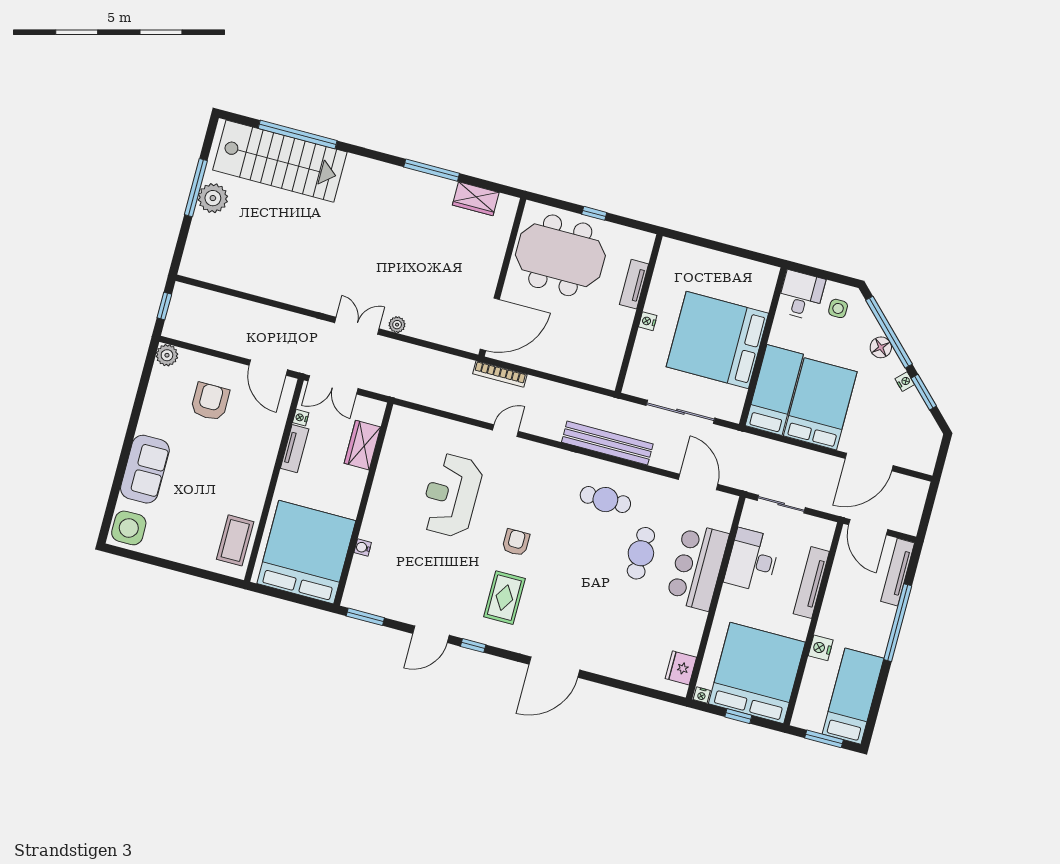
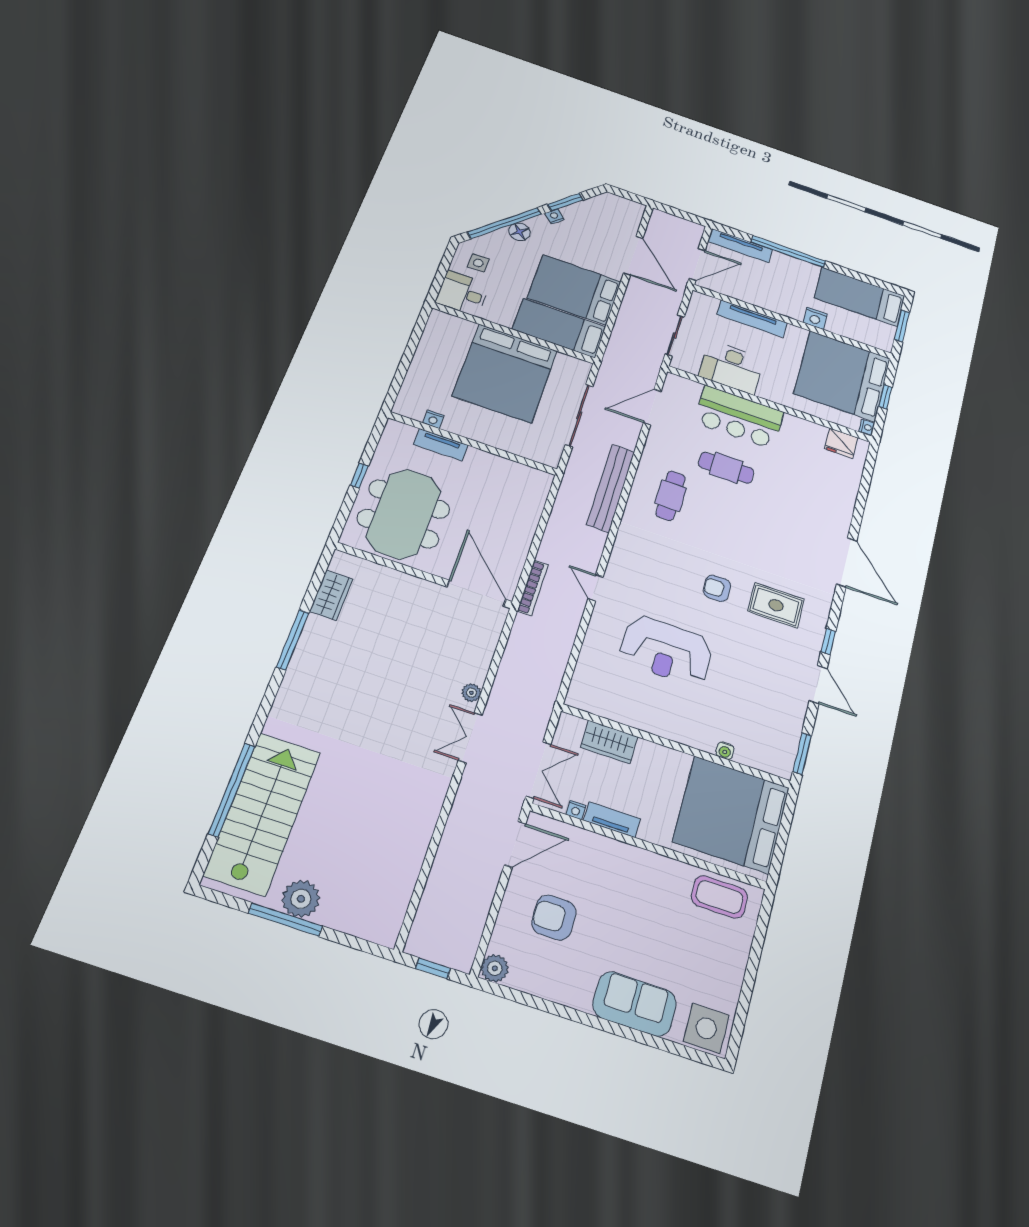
nightstand: (648, 321) -> (433, 419), moved

